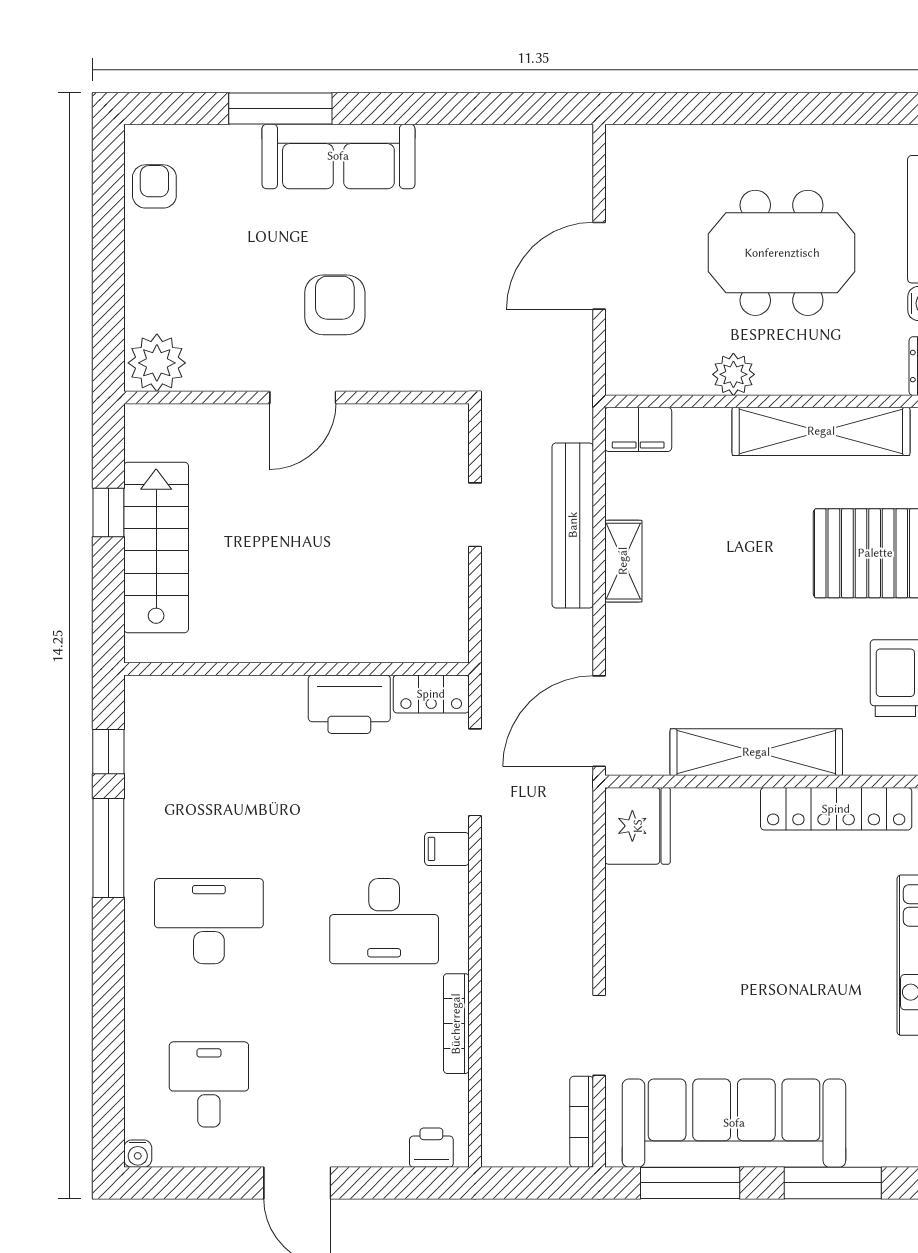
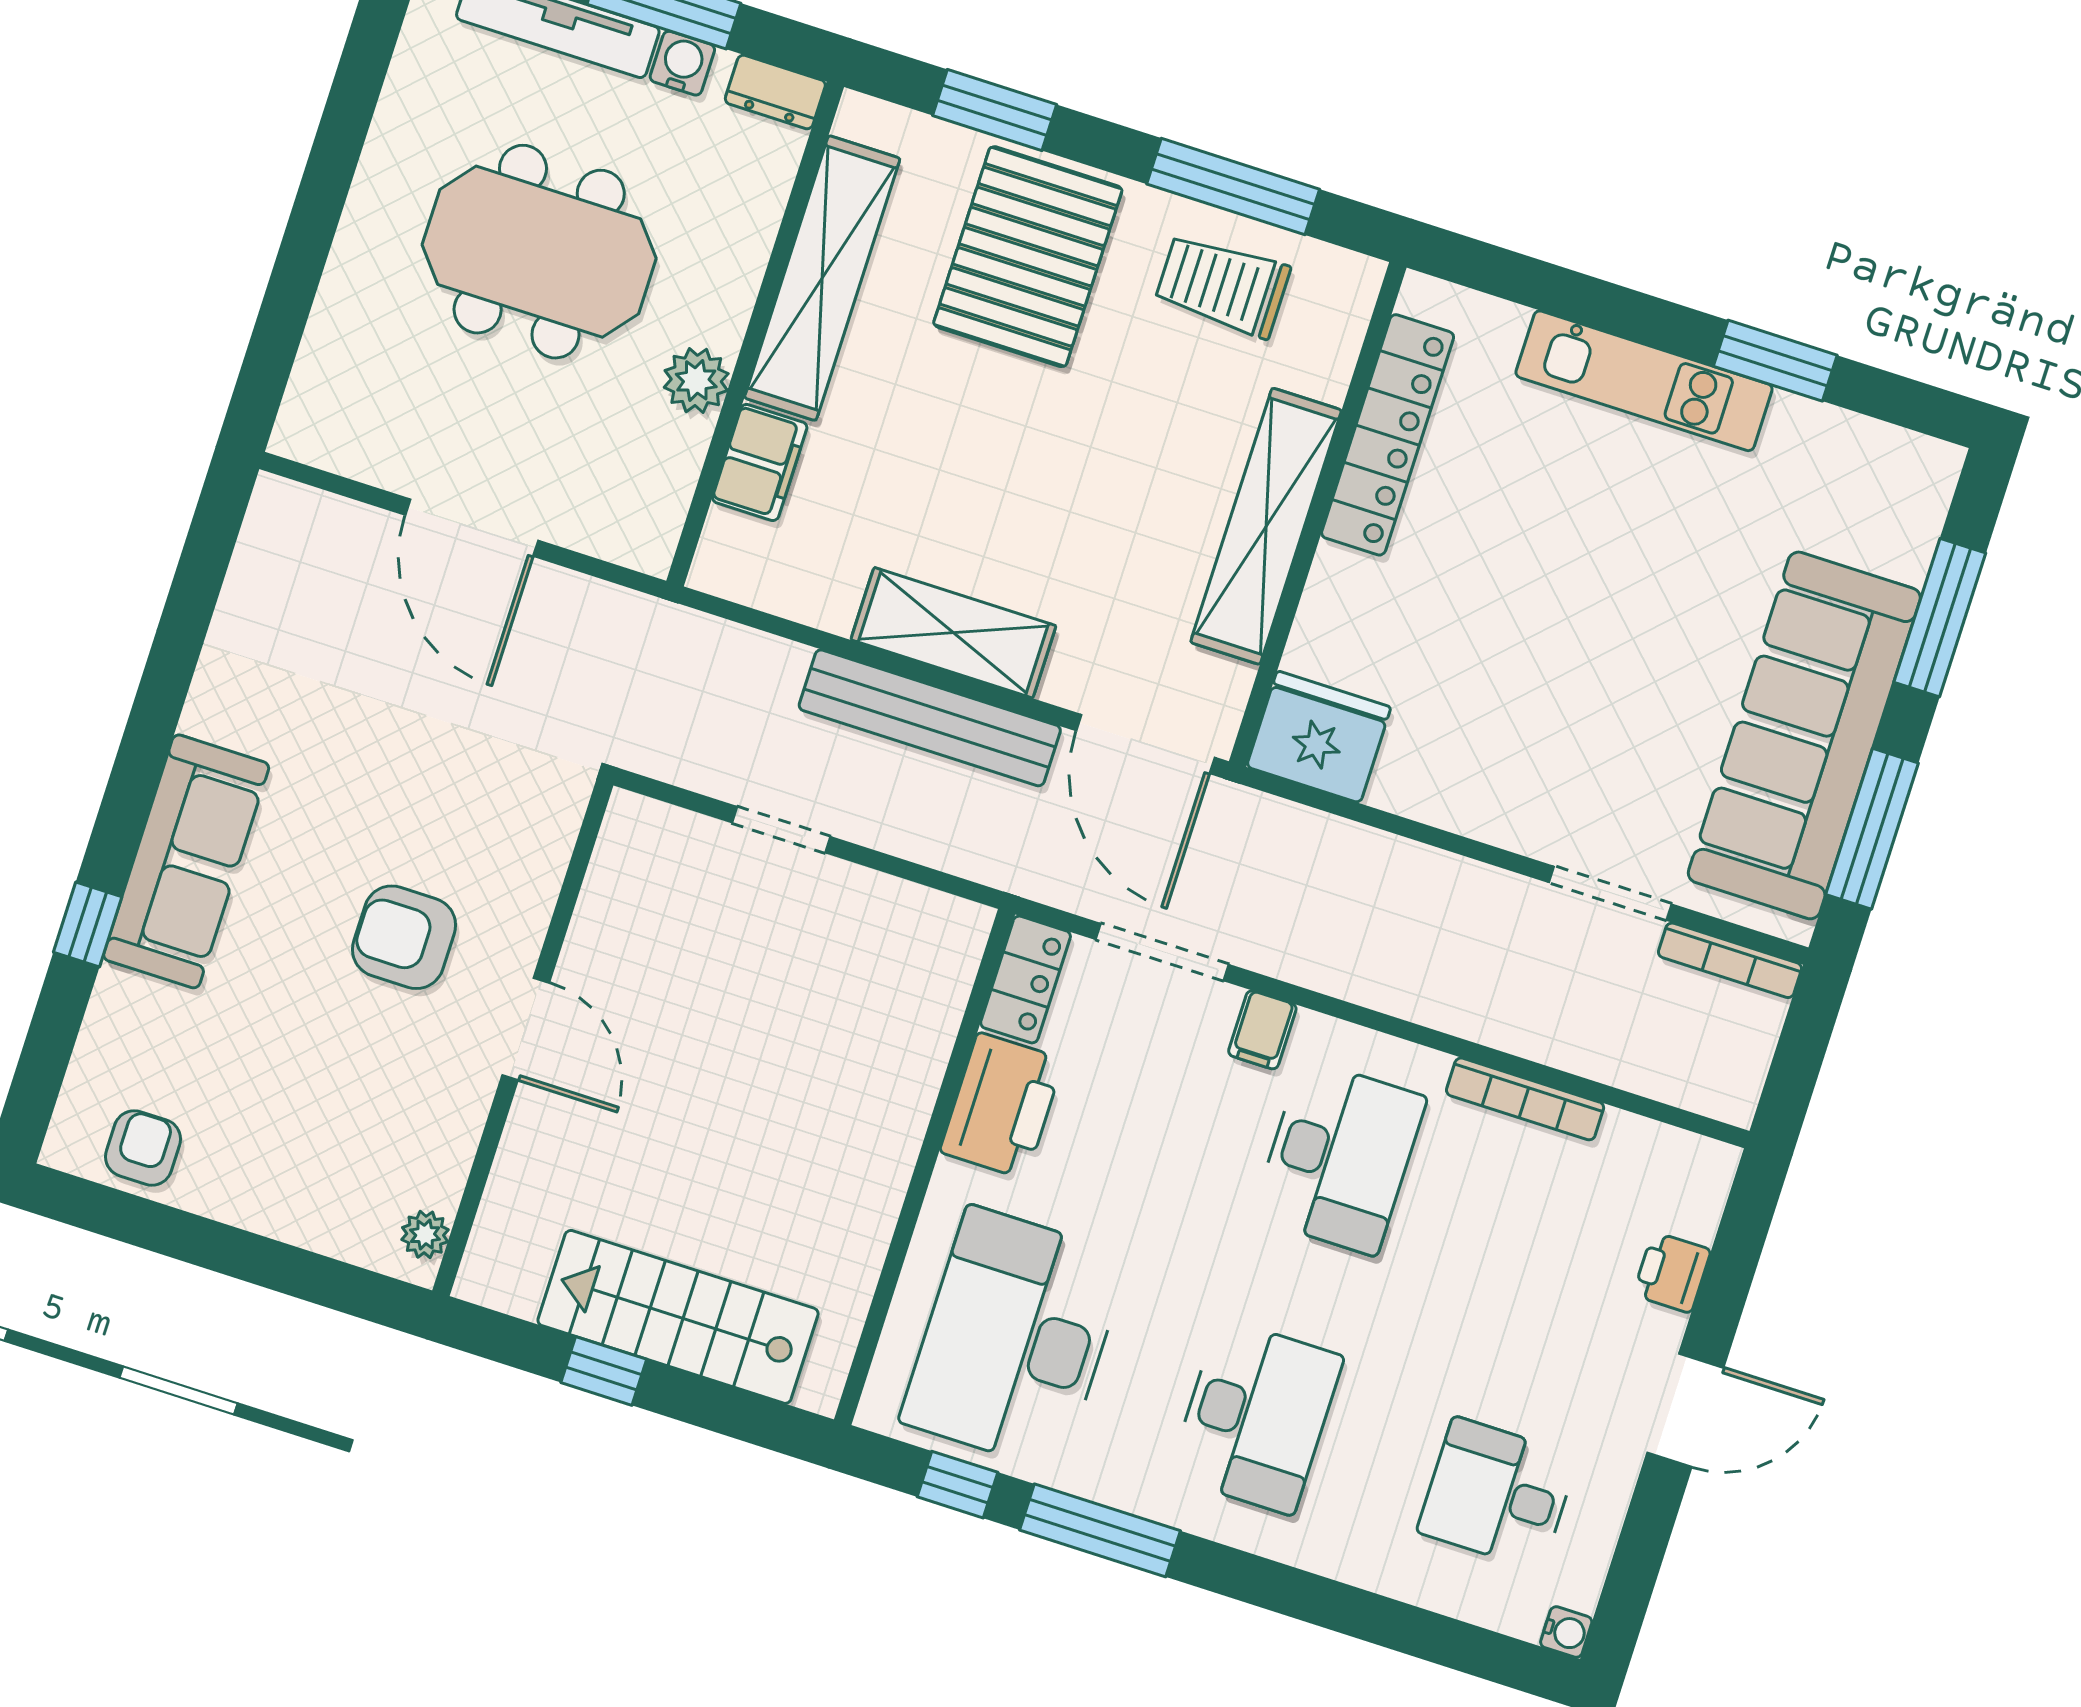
window: (280, 109) -> (88, 924), width x0.46
armchair: (154, 186) -> (143, 1148), turned 90
meeting table: (782, 253) -> (539, 252), turned 90
plant: (157, 363) -> (425, 1235), width x0.53, depth x0.53
filing cabinet: (638, 429) -> (760, 462), moved
bench: (573, 525) -> (930, 718), moved
shelving: (623, 561) -> (953, 633), width x1.50, depth x1.33
desk: (209, 758) -> (1014, 1339), added
desk: (209, 921) -> (1256, 1416), turned 180
printer: (431, 1148) -> (1672, 1272), moved

